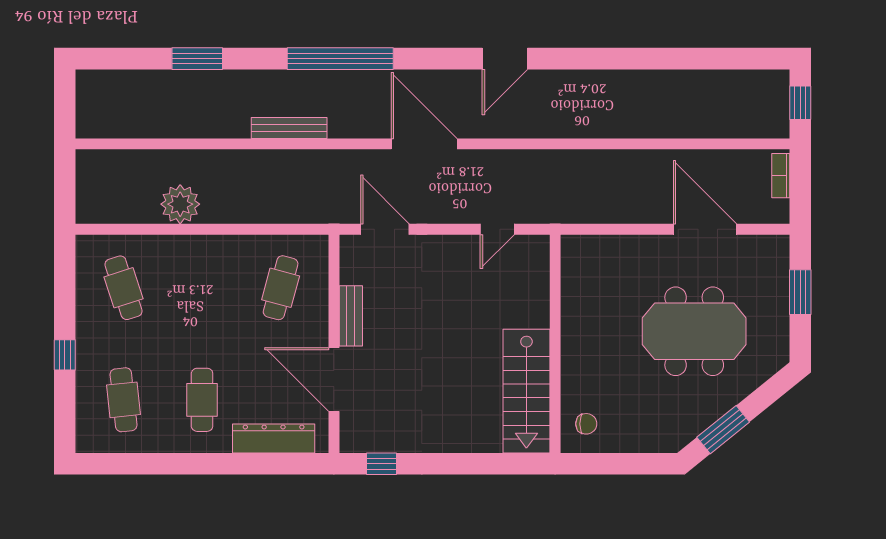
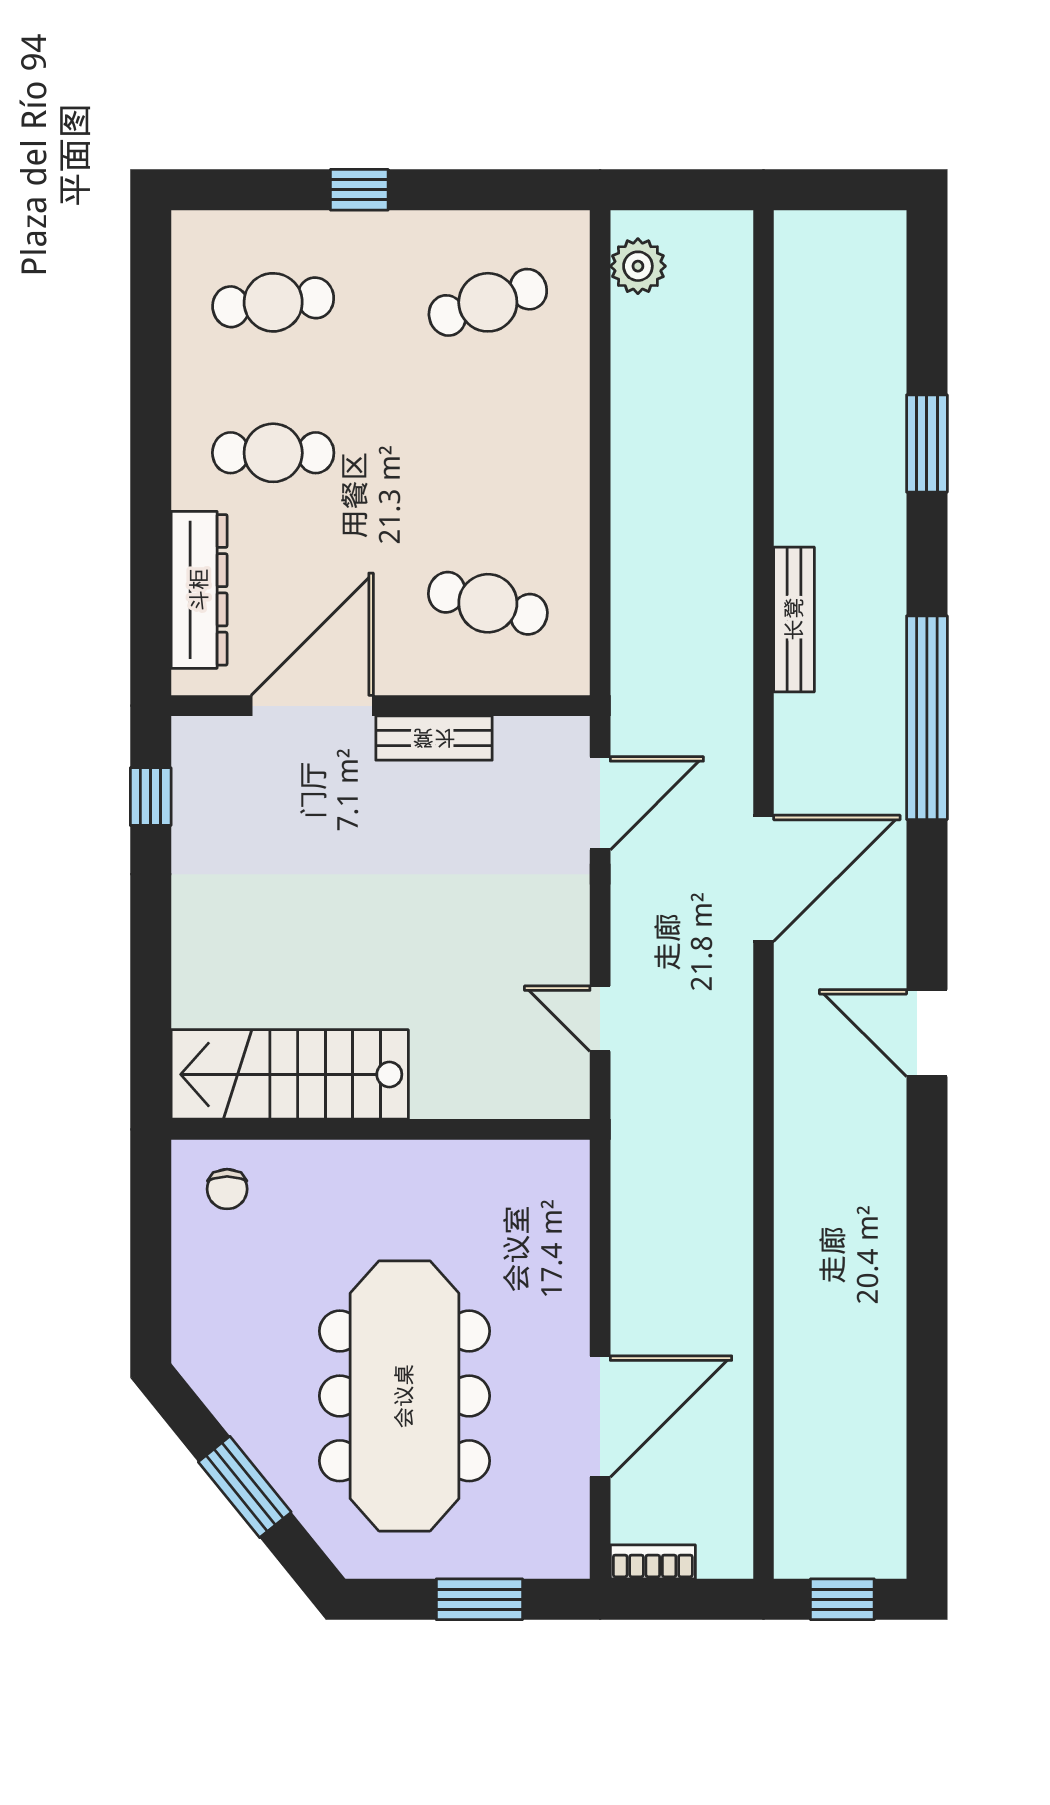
bookcase: (781, 176) -> (653, 1562), moved
plant: (180, 204) -> (638, 266), moved, width x0.73, depth x0.73
meeting table: (694, 331) -> (404, 1396), width x1.36
window: (723, 430) -> (245, 1487), moved

